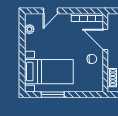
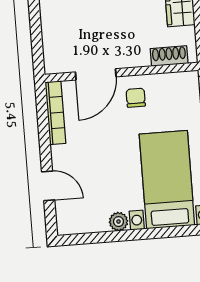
plant: (30, 29) -> (119, 222), moved

